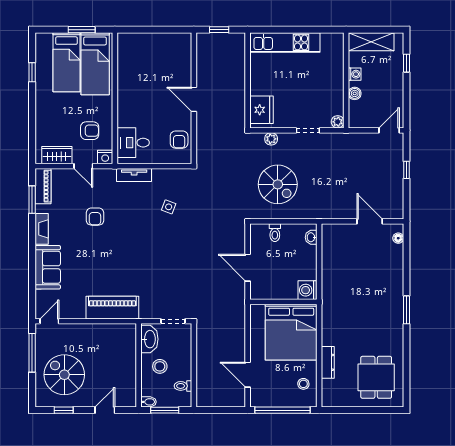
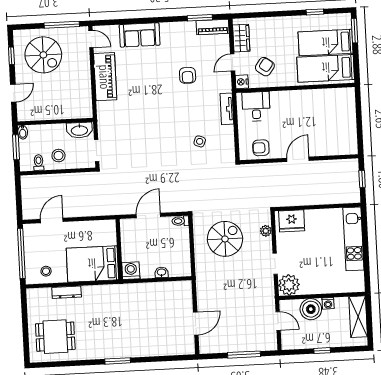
window: (82, 30) -> (355, 31), moved
window: (407, 63) -> (322, 351), moved
boiler: (355, 93) -> (311, 309), width x1.86, depth x1.86
plant: (338, 122) -> (289, 285), width x1.87, depth x1.87
door: (389, 130) -> (278, 321), moved
armchair: (90, 131) -> (265, 67), turned -144
window: (407, 170) -> (244, 355), width x2.17
spiral stairs: (278, 184) -> (225, 239), turned 180
armchair: (95, 217) -> (188, 75), turned -90
fireplace: (42, 229) -> (174, 28), removed
toilet: (275, 233) -> (180, 221), moved
washbasin: (311, 237) -> (162, 272), moved
floor lamp: (398, 238) -> (182, 350), removed
piano: (112, 308) -> (105, 77), moved
bed: (291, 332) -> (92, 264), width x0.73
stool: (160, 366) -> (58, 156), moved
spiral stairs: (64, 375) -> (43, 55), turned 90
door: (105, 410) -> (13, 93), hinge flipped

